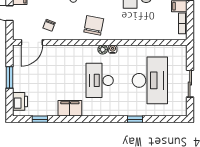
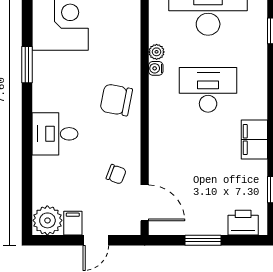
plant: (103, 50) -> (157, 52), moved
desk: (100, 80) -> (208, 90), turned 180

